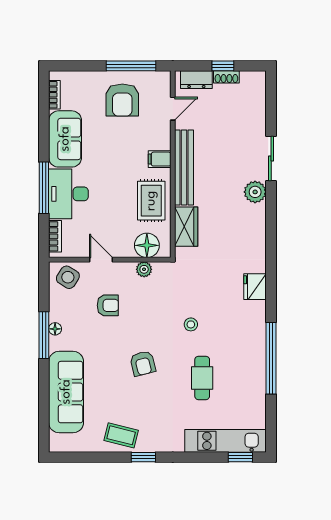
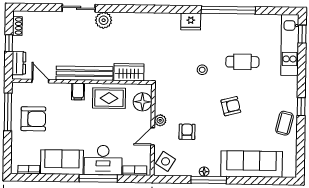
shoe rack: (226, 77) -> (17, 26), moved
plant: (144, 269) -> (160, 120), moved
fridge: (255, 287) -> (191, 22), moved

